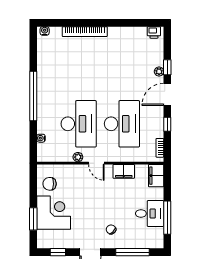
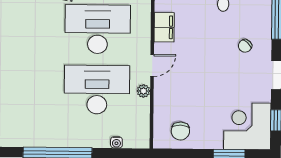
corner desk: (54, 213) -> (247, 126), moved

